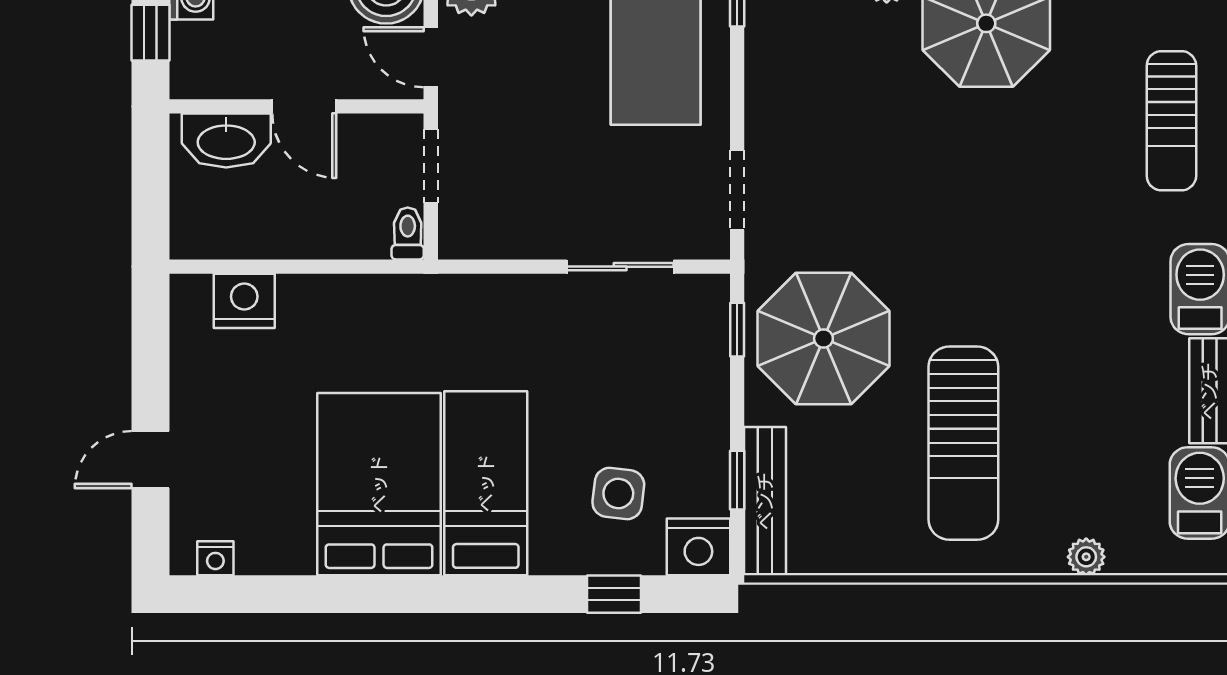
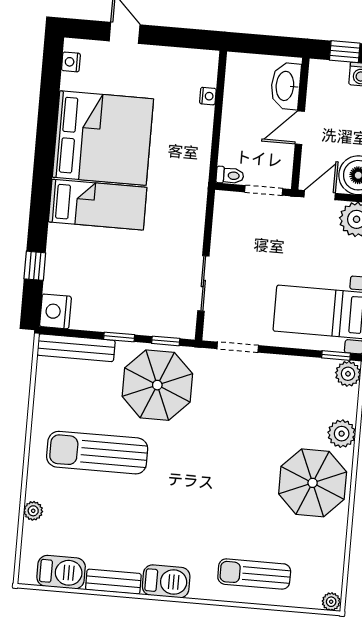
nightstand: (244, 301) -> (208, 96), width x0.53, depth x0.56
window: (737, 480) -> (119, 337), moved
bed: (379, 484) -> (103, 138), width x1.36
side table: (618, 494) -> (86, 272), removed

